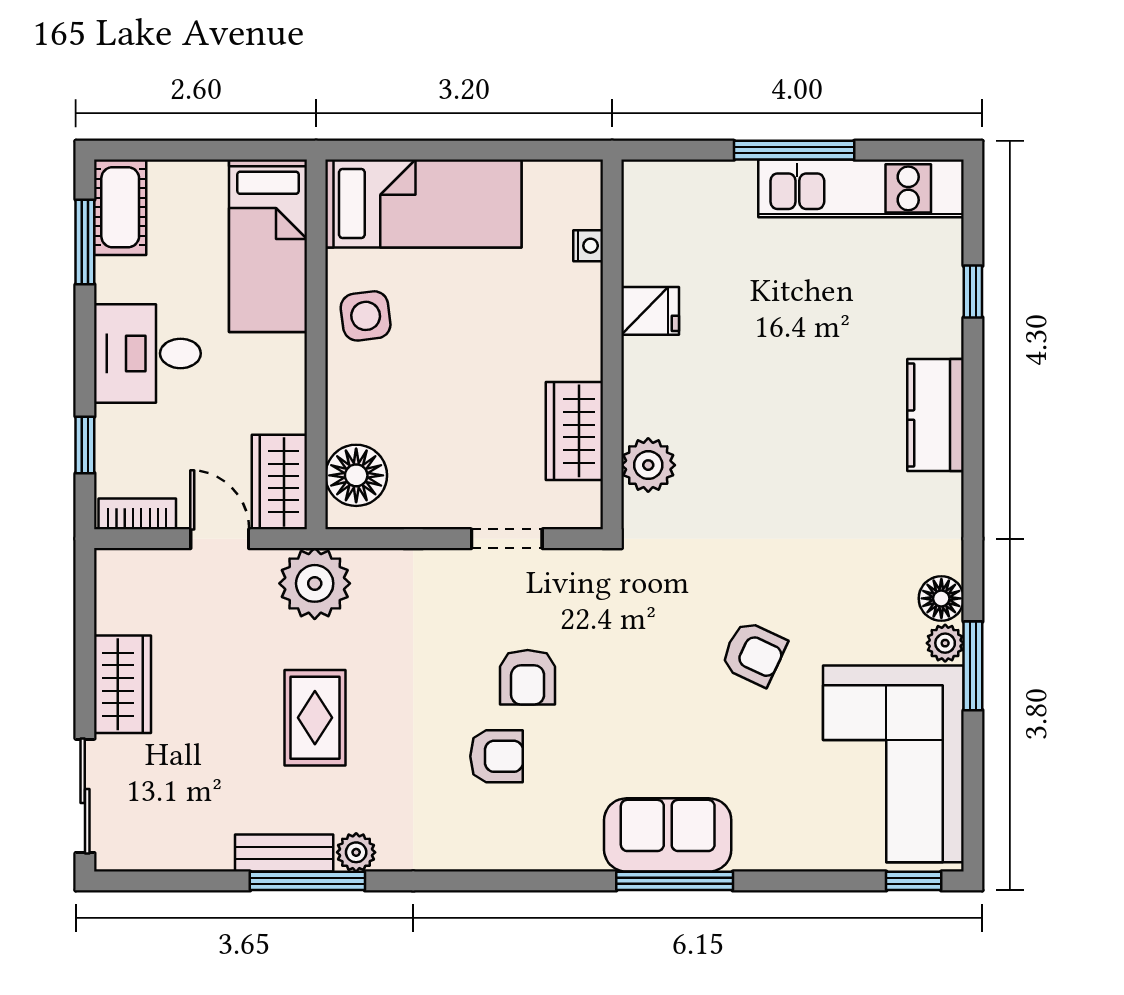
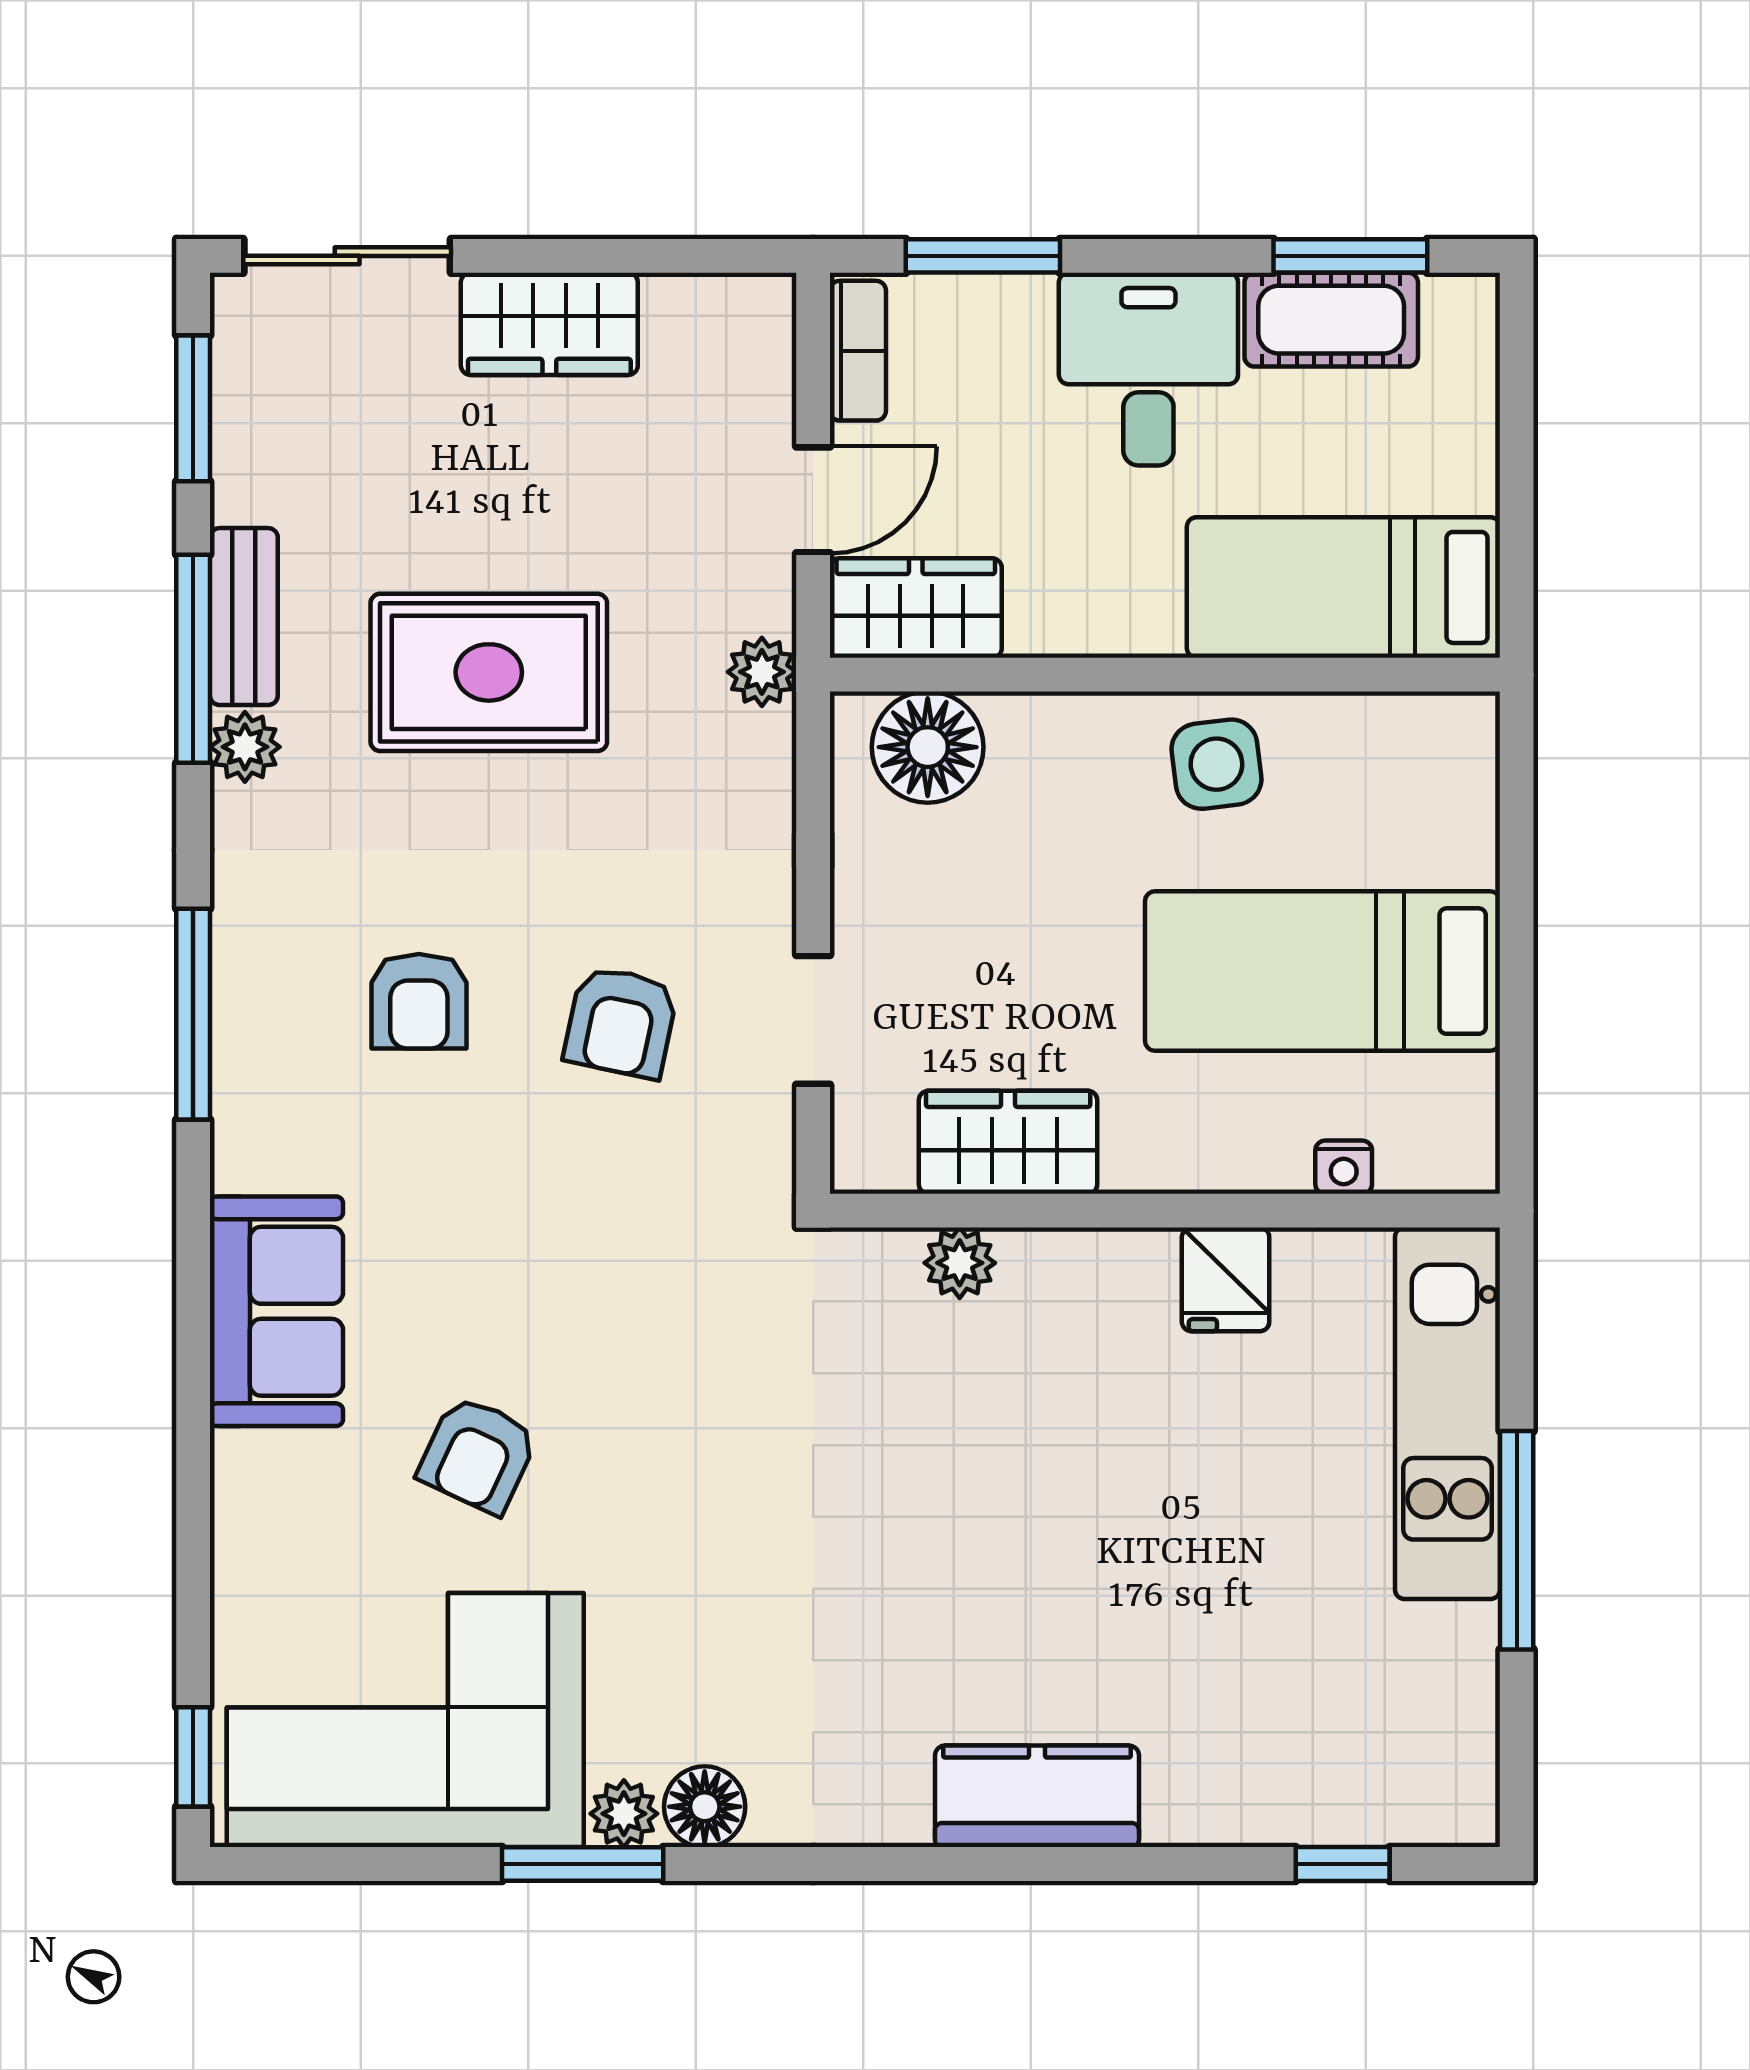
kitchen unit: (861, 188) -> (1447, 1413), moved
bed: (423, 203) -> (1323, 971), moved, turned 90
cot: (120, 207) -> (1331, 320), moved
window: (973, 292) -> (1343, 1864), moved
window: (85, 445) -> (983, 256), width x1.50
plant: (648, 465) -> (960, 1263), width x0.73, depth x0.73
plant: (315, 583) -> (762, 672), width x0.53, depth x0.53
armchair: (754, 653) -> (478, 1455), moved
armchair: (528, 677) -> (621, 1022), moved, turned -78
rug: (315, 718) -> (489, 672), width x1.36, depth x1.43
window: (169, 881) -> (193, 408), added
window: (675, 881) -> (193, 1014), moved

